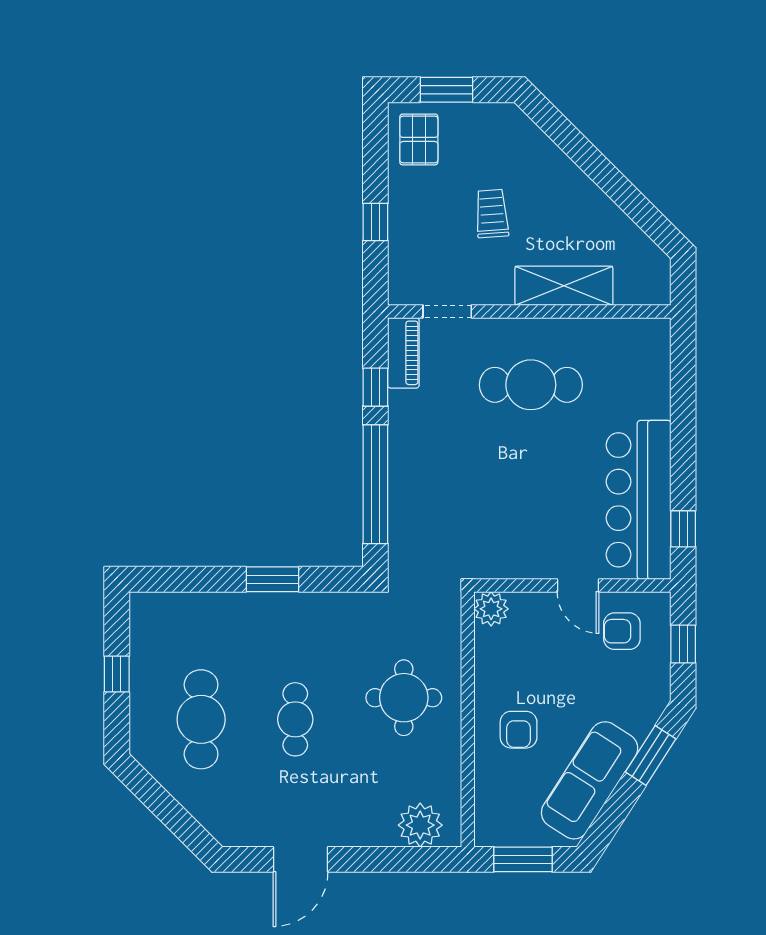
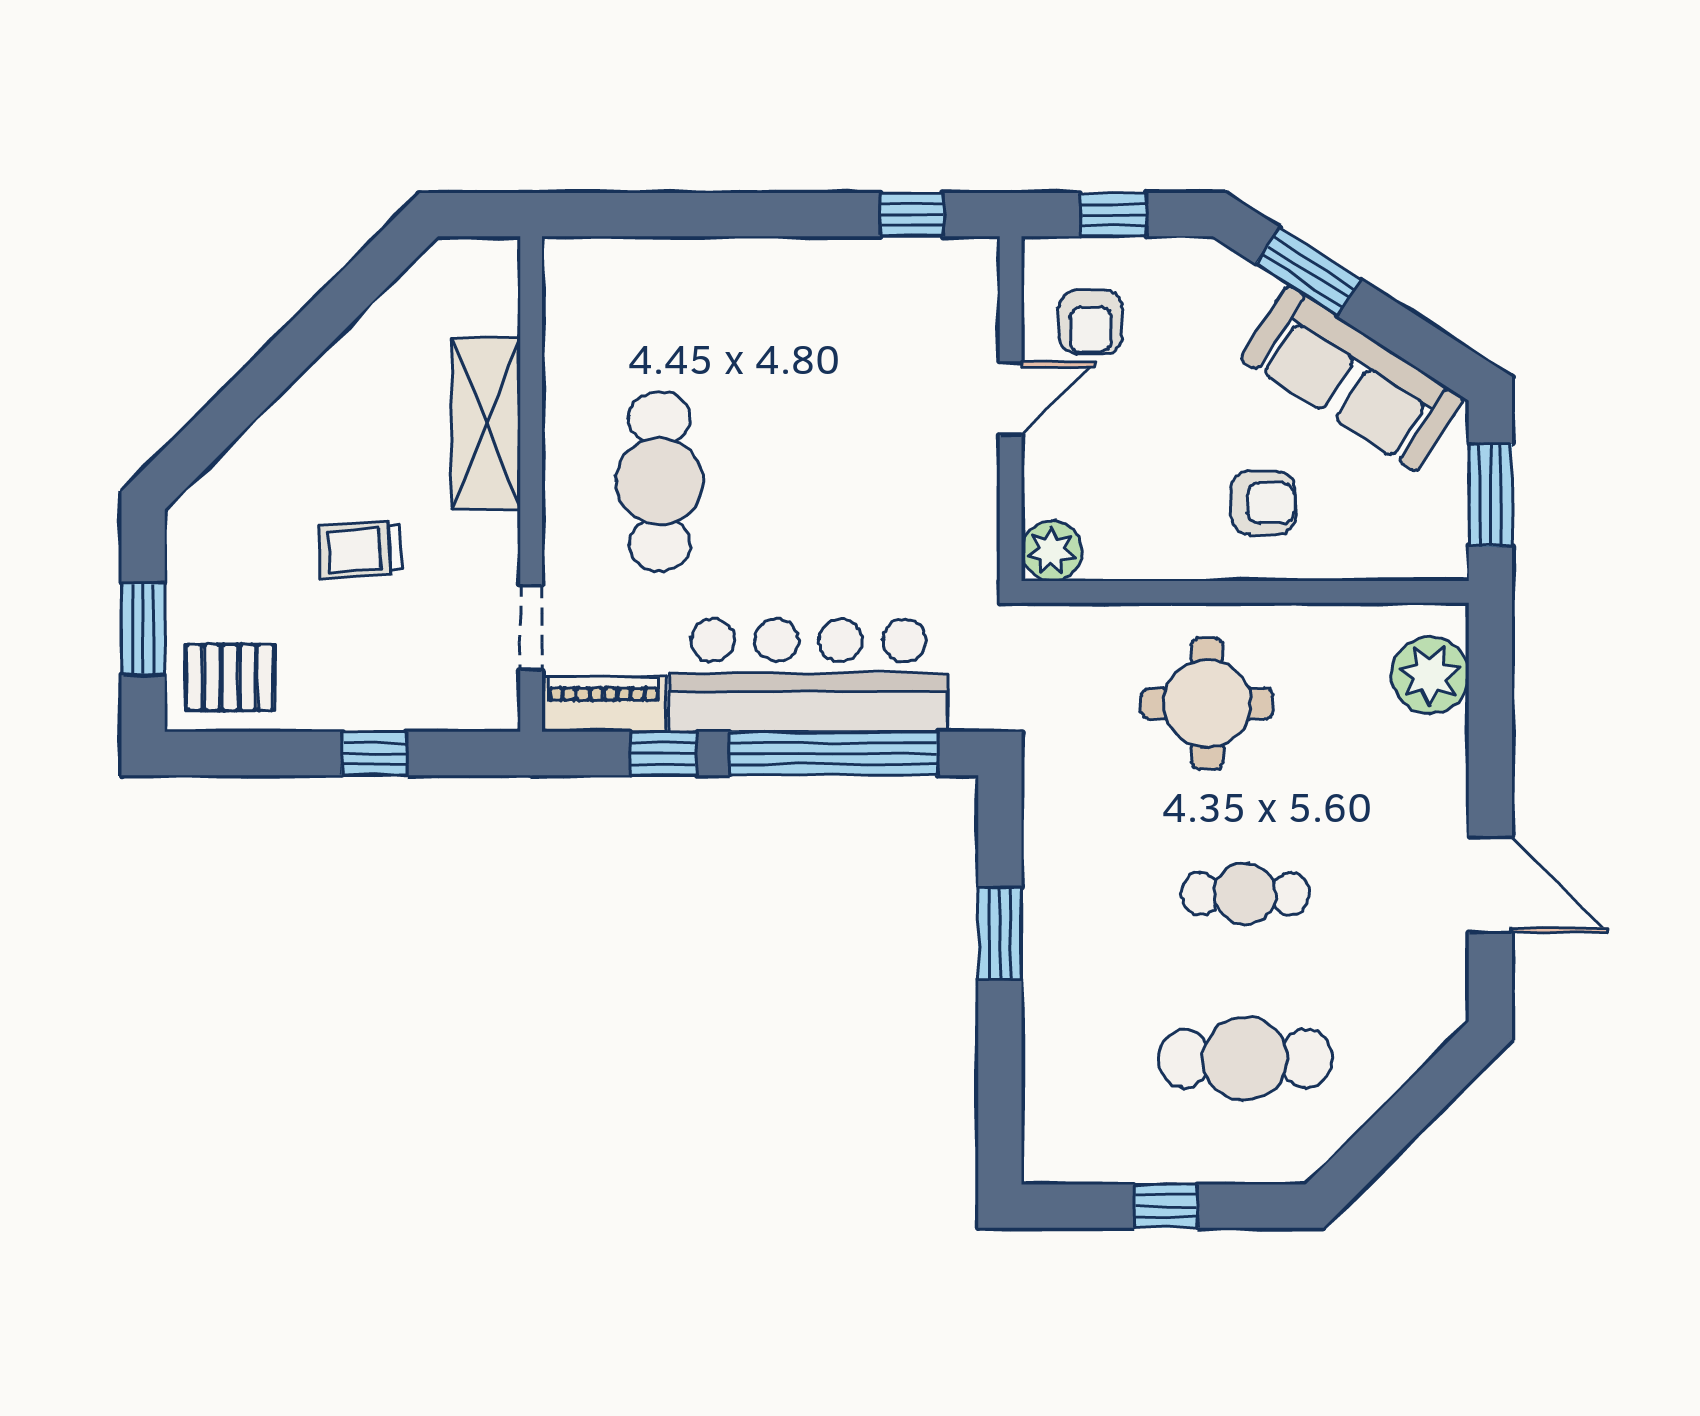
bar counter: (639, 500) -> (808, 675), moved, turned 180

